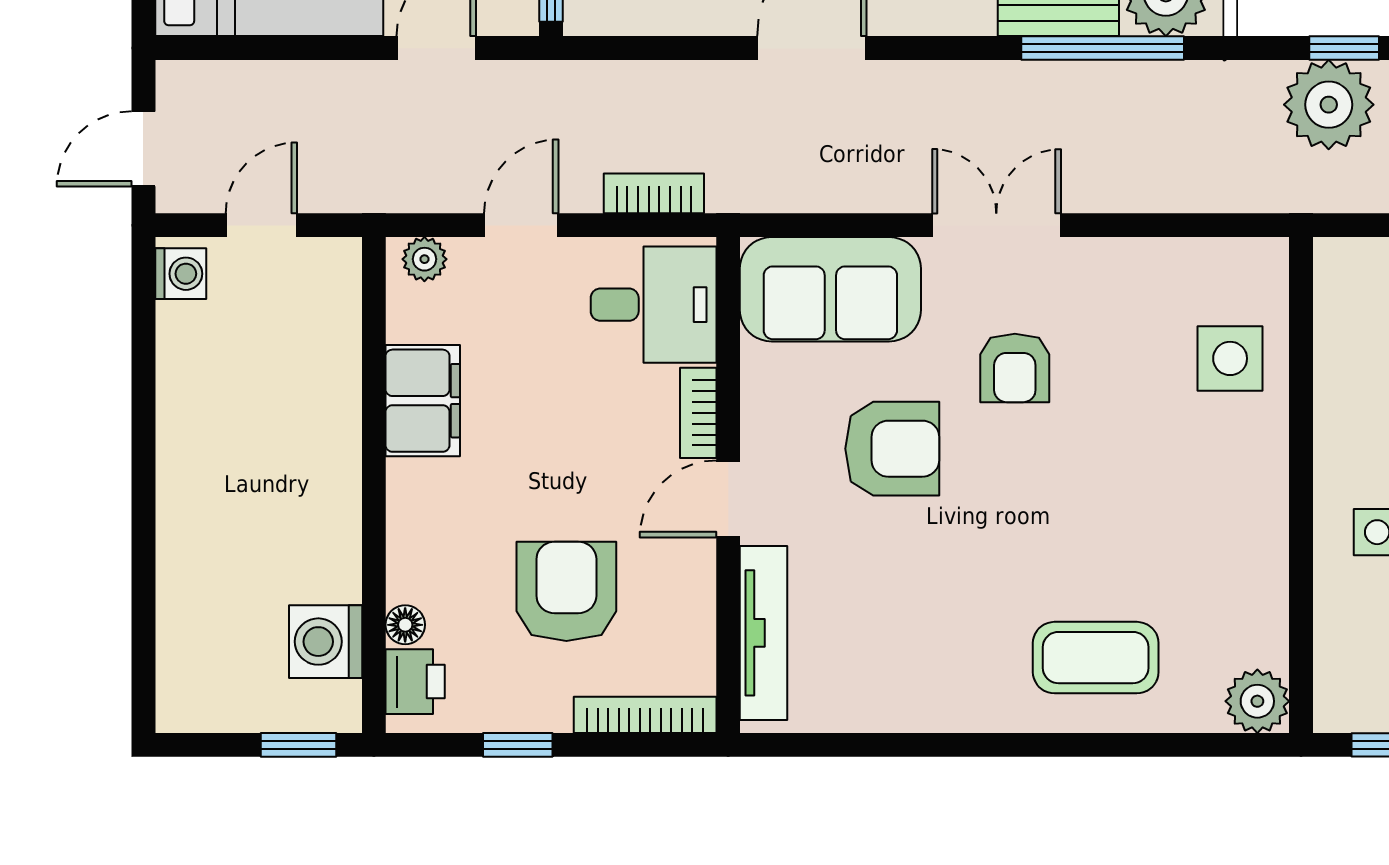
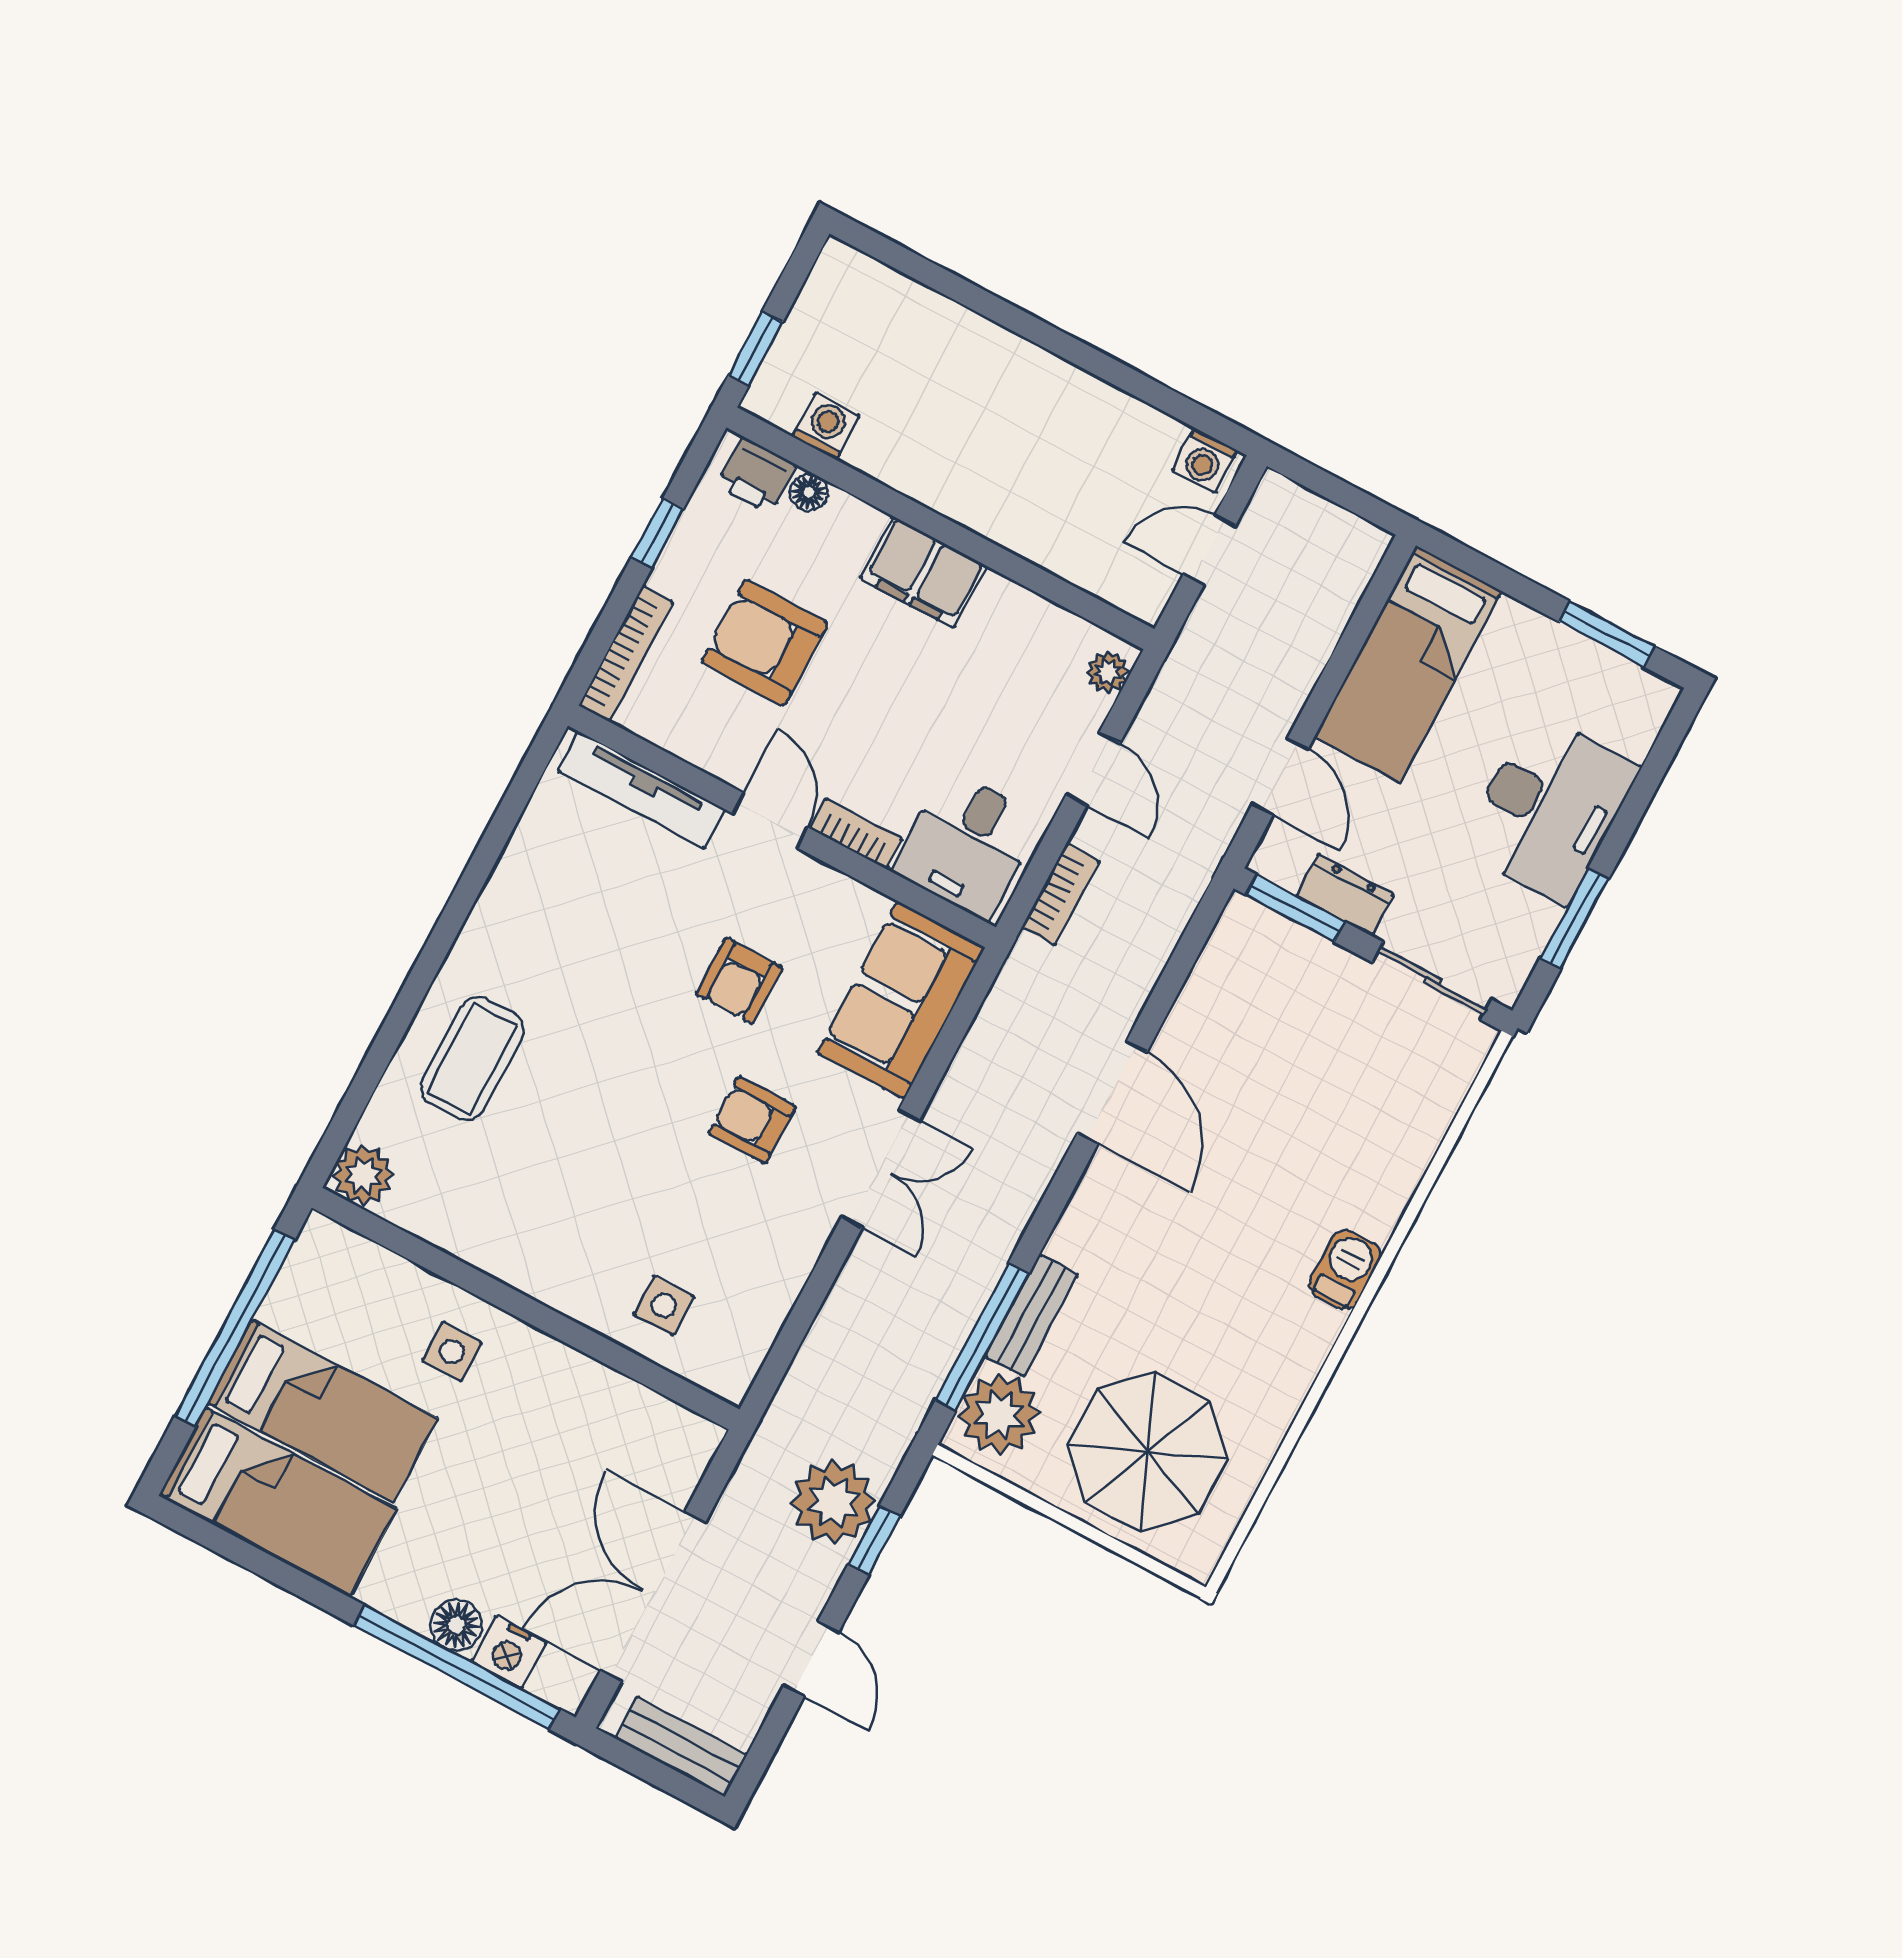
door: (143, 149) -> (1326, 485), removed
door: (261, 225) -> (1209, 550), swing flipped
side table: (1230, 358) -> (664, 1306), width x0.73, depth x0.73
filing cabinet: (423, 401) -> (923, 572), moved
armchair: (892, 449) -> (739, 981), width x0.72, depth x0.72
armchair: (566, 591) -> (765, 643), turned 180
washing machine: (326, 642) -> (826, 426), width x0.73, depth x0.73

